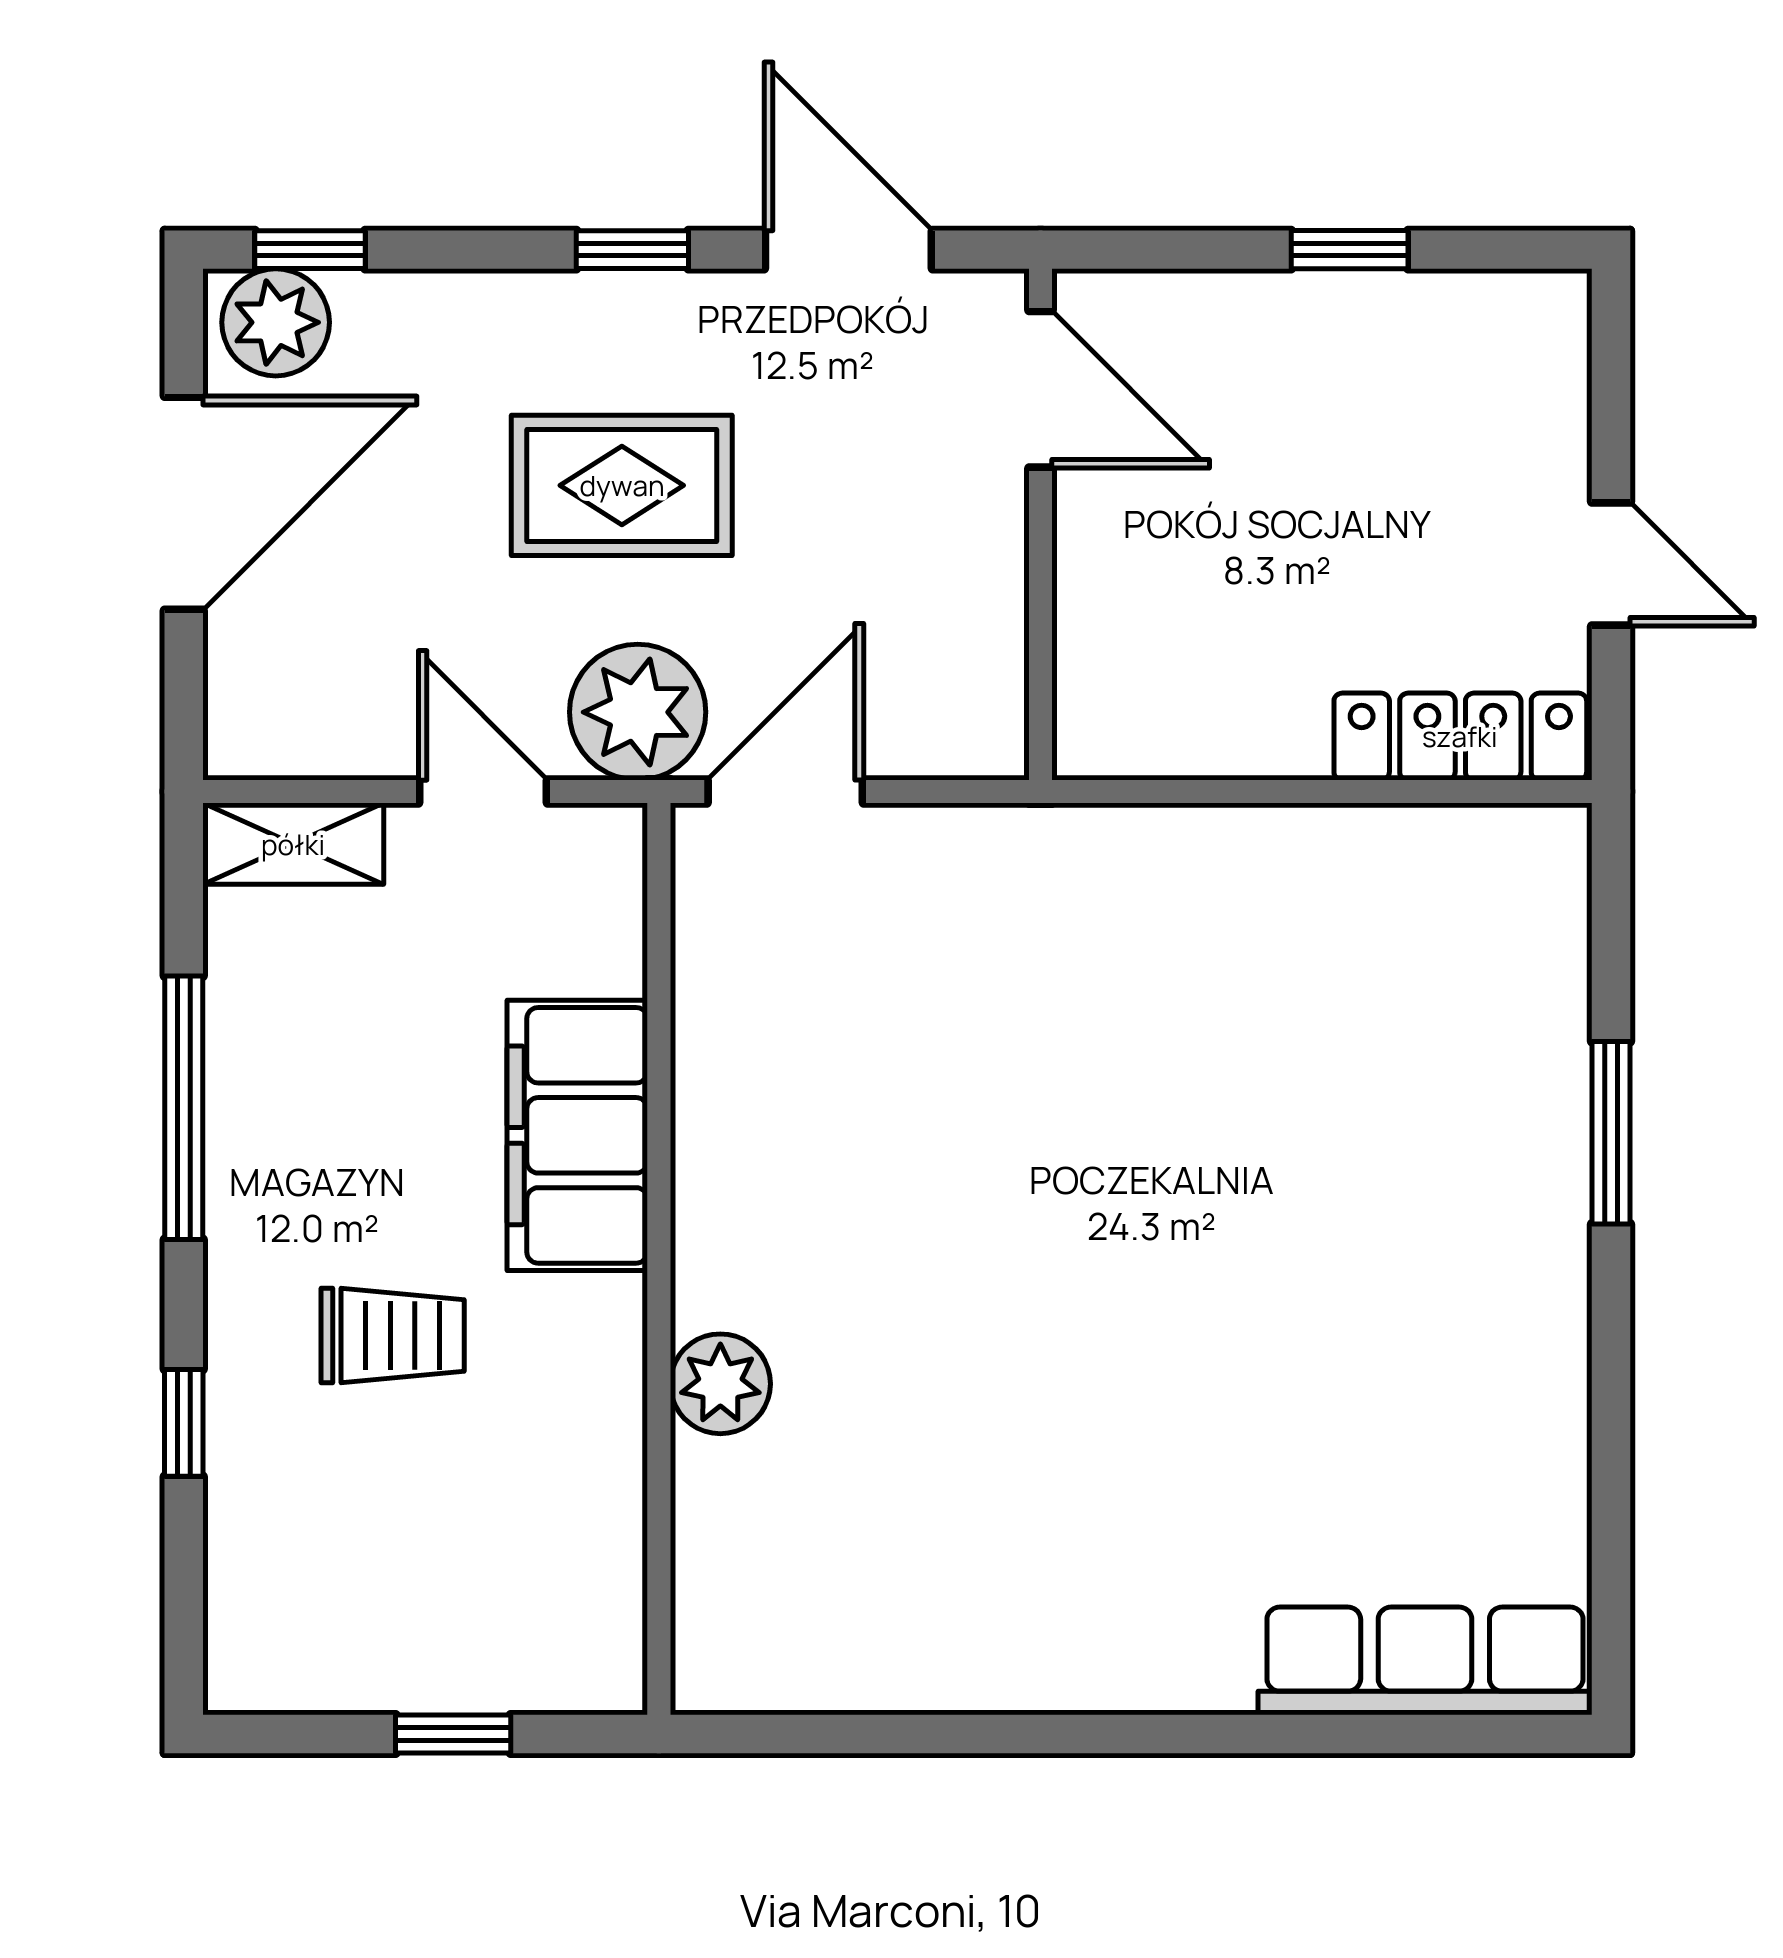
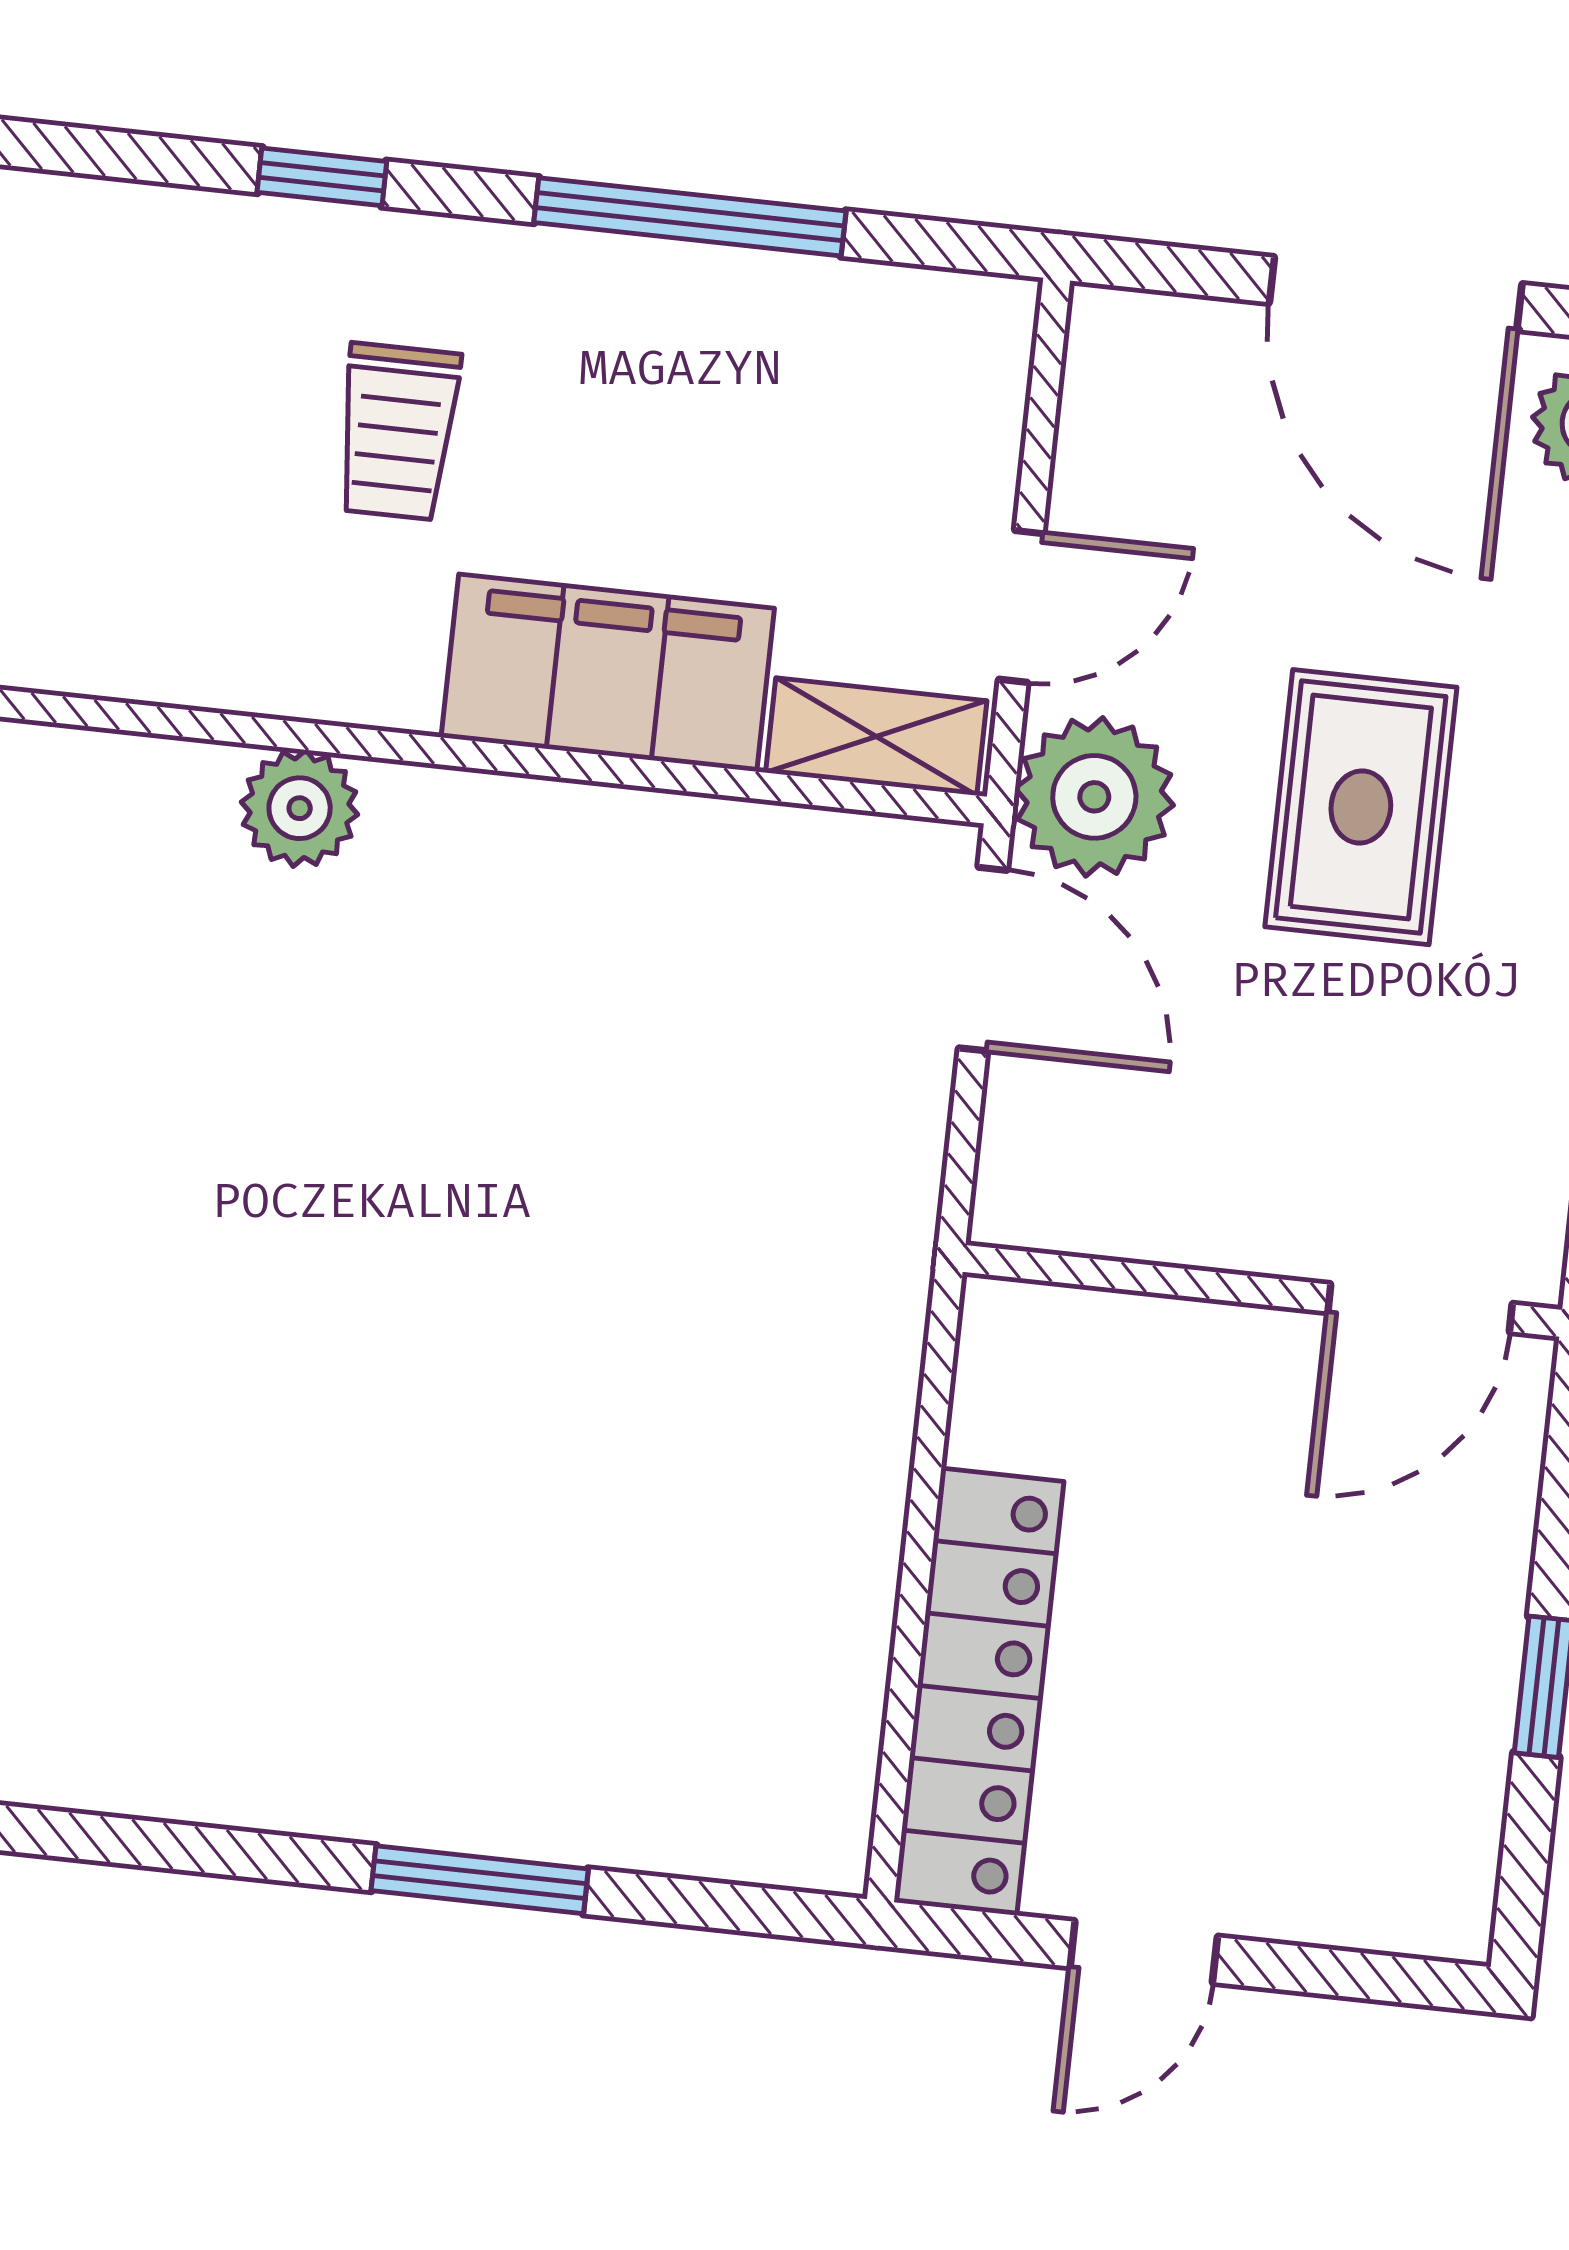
locker: (1460, 736) -> (979, 1692), width x1.41, depth x1.21
shelving: (293, 844) -> (876, 737), moved, turned 90

